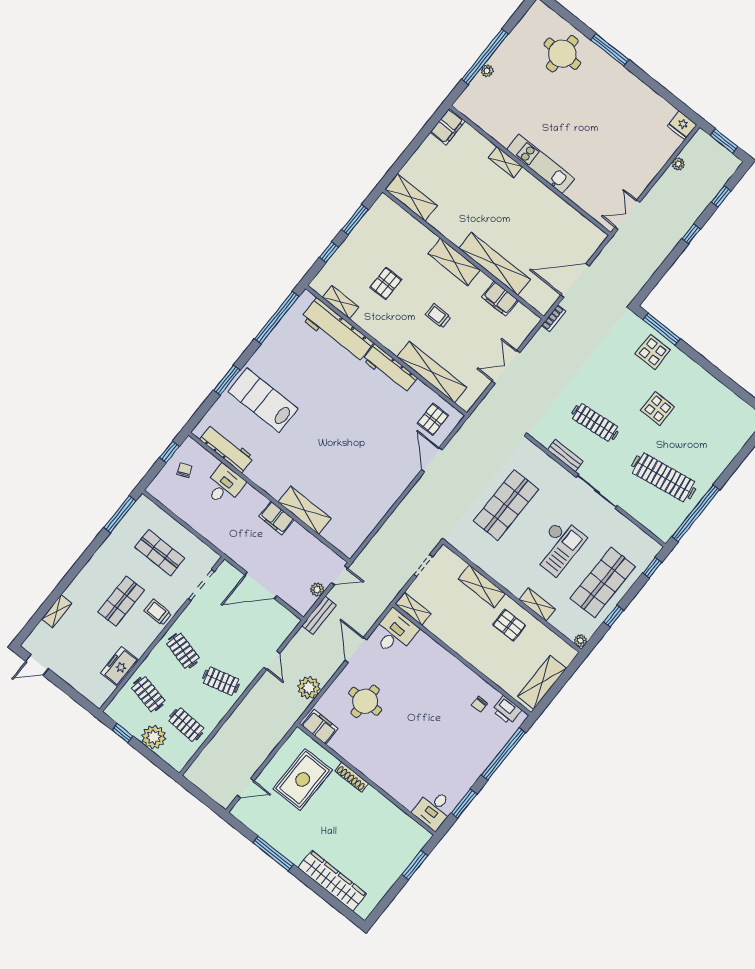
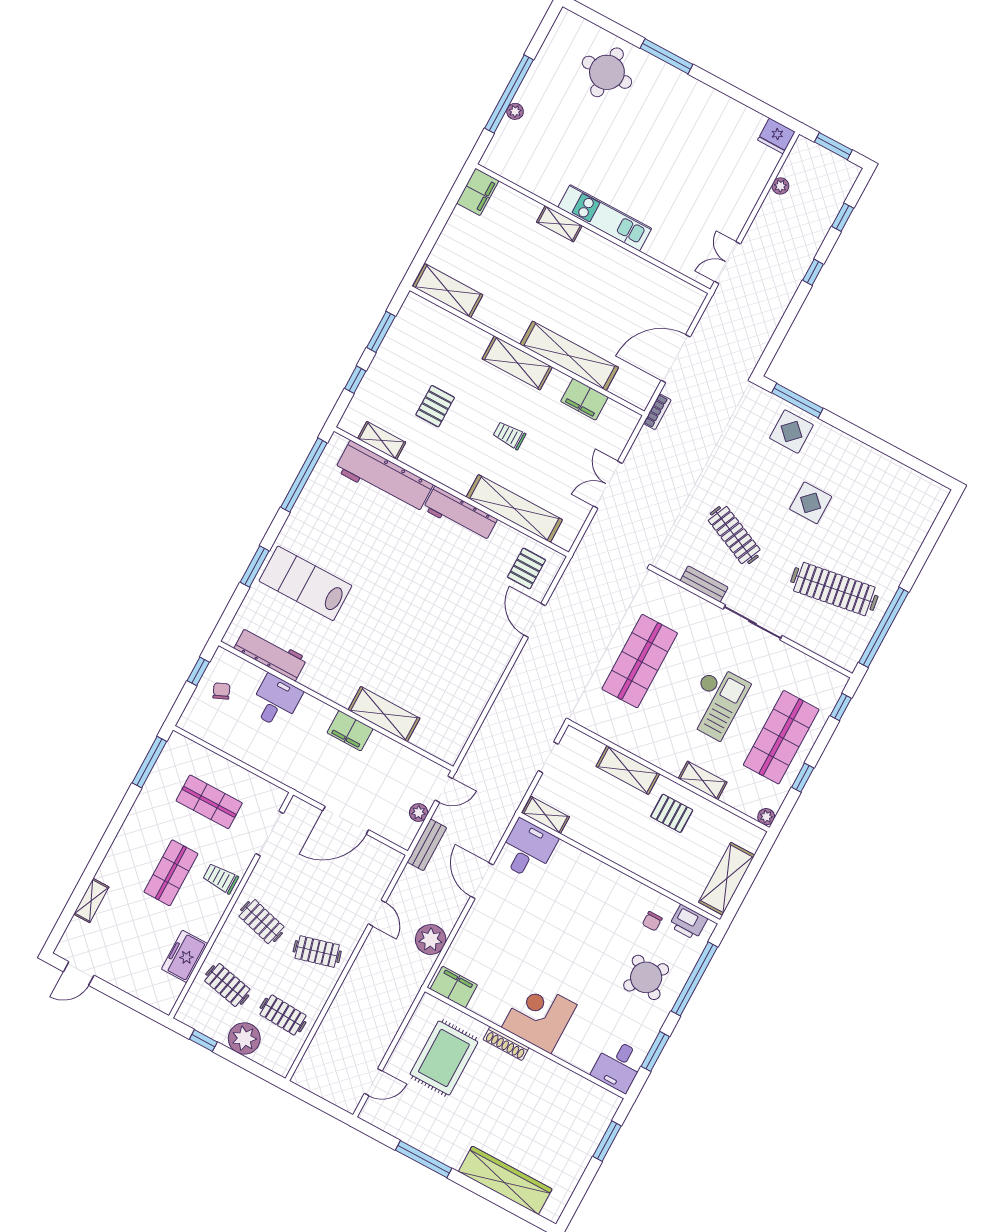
clothes rail: (595, 423) -> (734, 535), turned 30
round table: (365, 701) -> (646, 977), moved, turned 36
corner desk: (381, 761) -> (539, 1016), added

